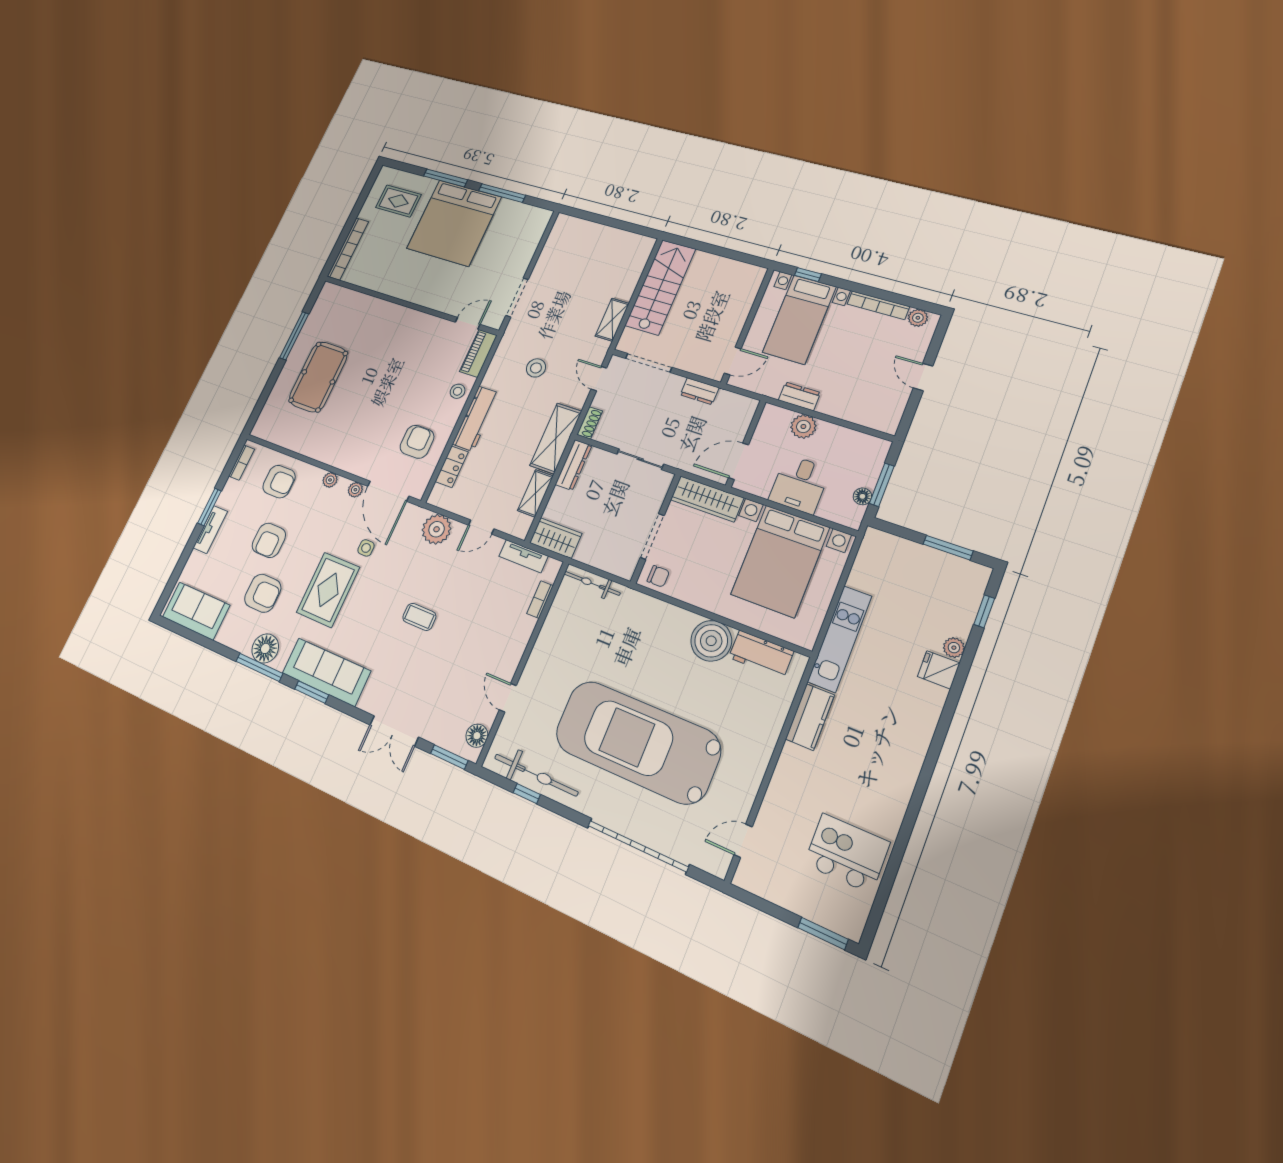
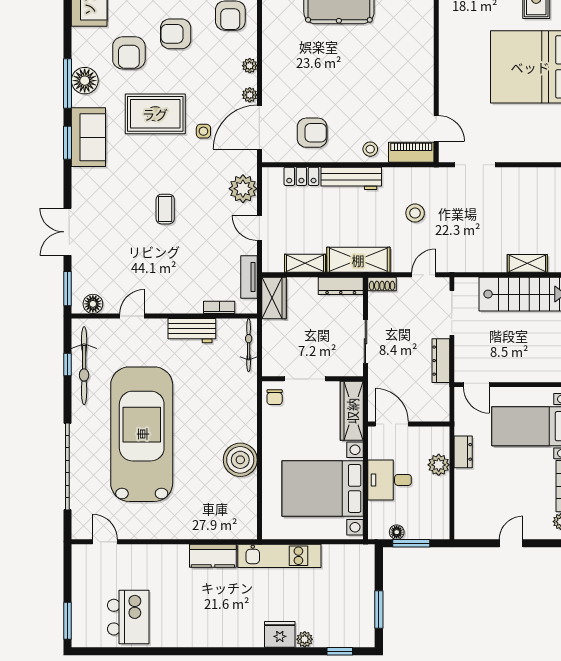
shelving: (612, 320) -> (527, 263), moved
dresser: (700, 391) -> (441, 361), width x1.44
workbench: (761, 654) -> (192, 331), moved, turned -90
fridge: (939, 670) -> (280, 634), width x1.38
sofa: (326, 672) -> (88, 137), width x0.73

